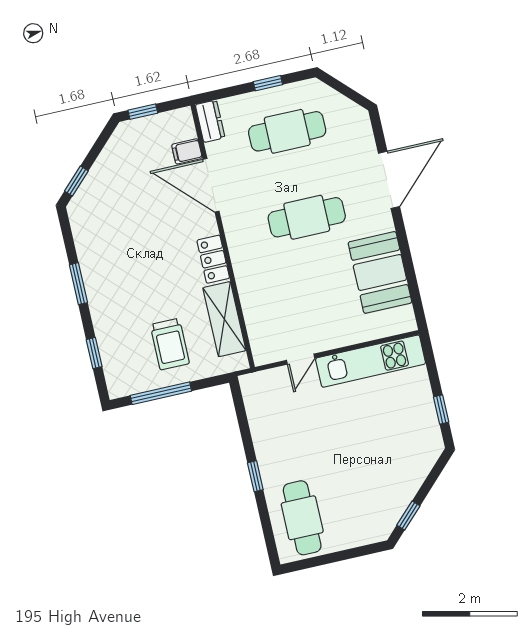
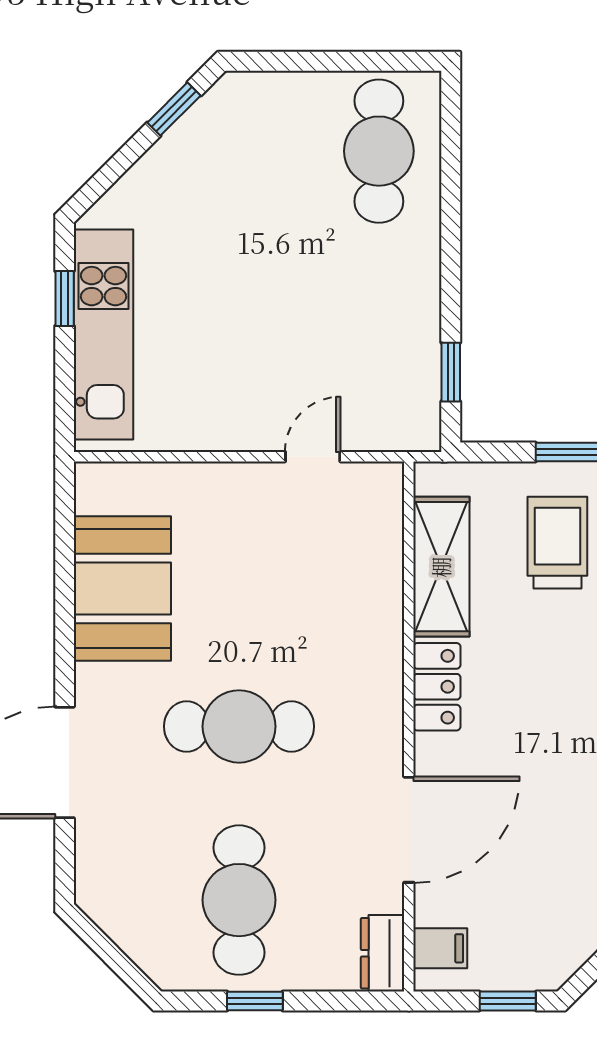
cafe table: (287, 131) -> (239, 900), turned 90
filing cabinet: (187, 151) -> (440, 948), moved
door: (211, 185) -> (409, 830), hinge flipped
kitchen unit: (371, 361) -> (104, 334), moved, turned 90
window: (255, 476) -> (451, 372), moved

